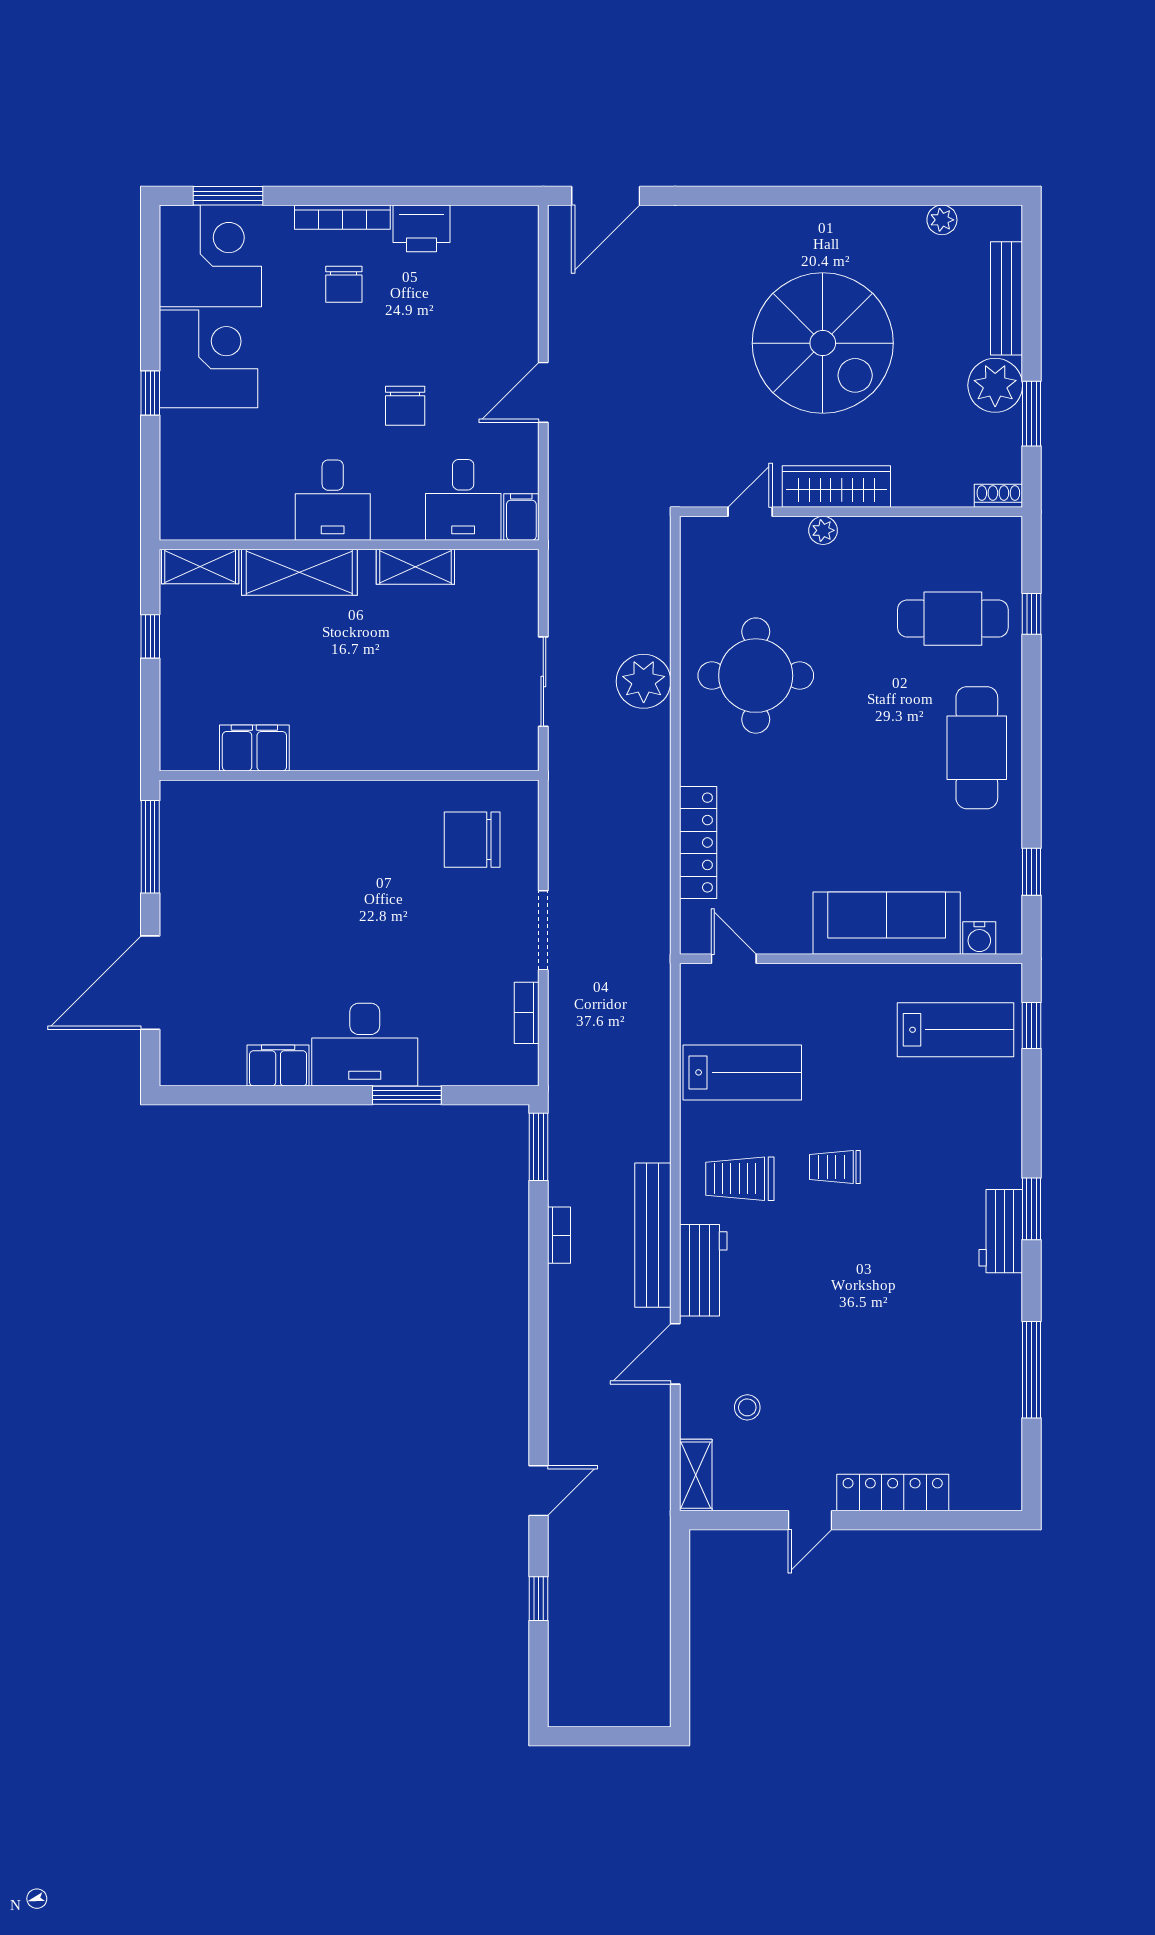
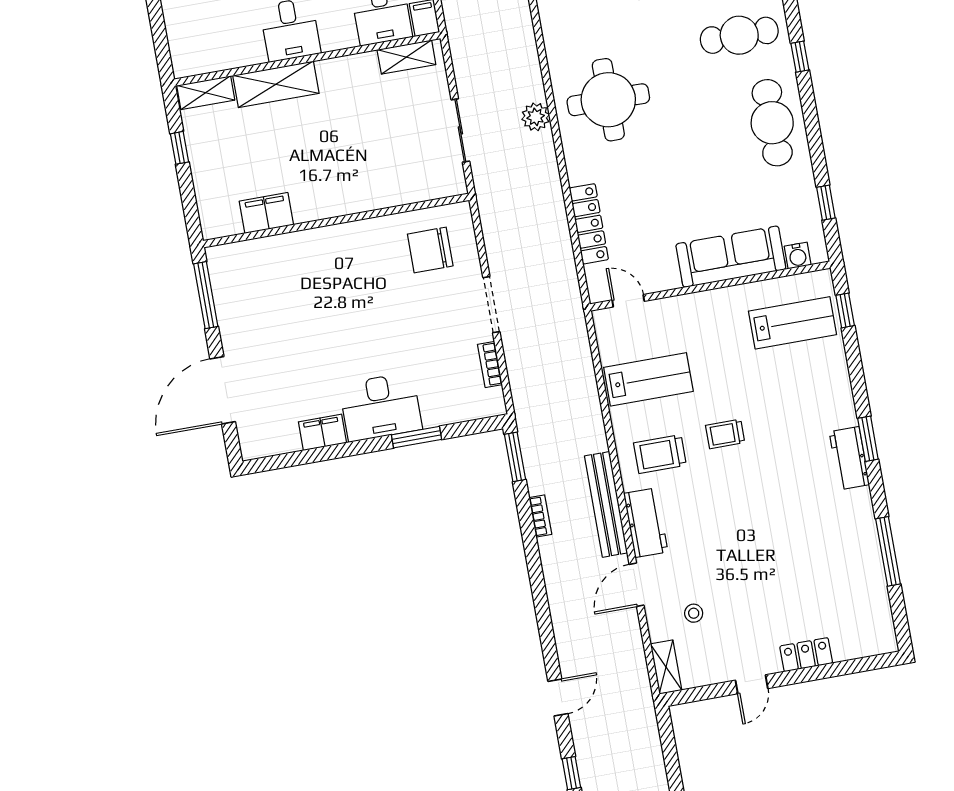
shelving: (415, 567) -> (406, 57), moved
window: (1032, 614) -> (800, 57), moved
plant: (644, 681) -> (536, 117), width x0.73, depth x0.73
locker: (893, 1492) -> (806, 655), width x0.66

